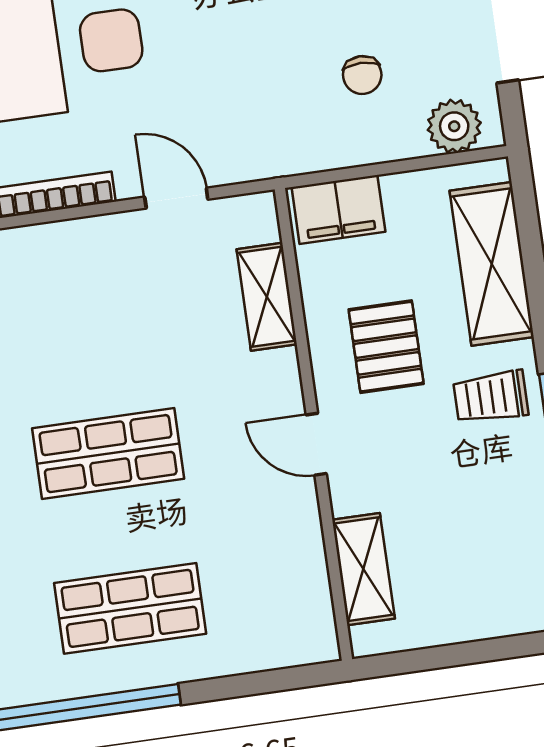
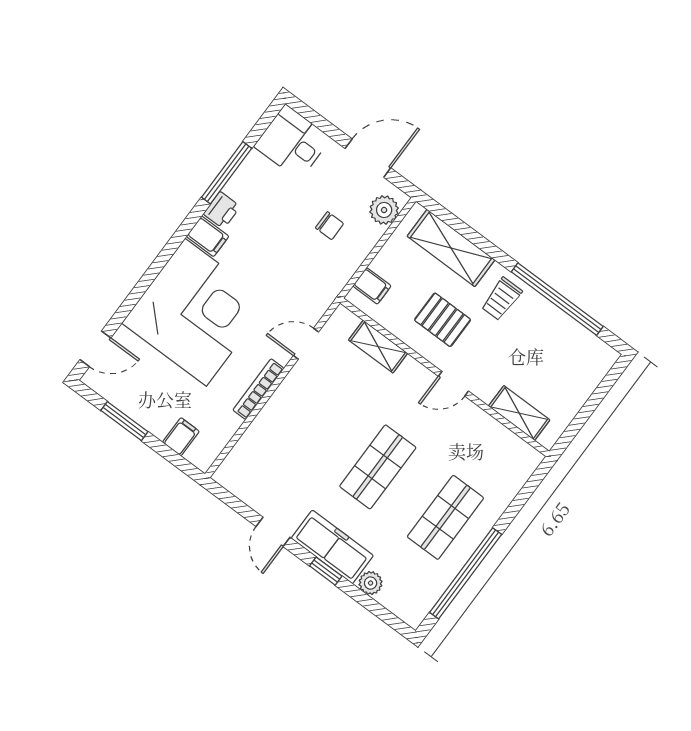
filing cabinet: (338, 209) -> (372, 286), width x0.50

